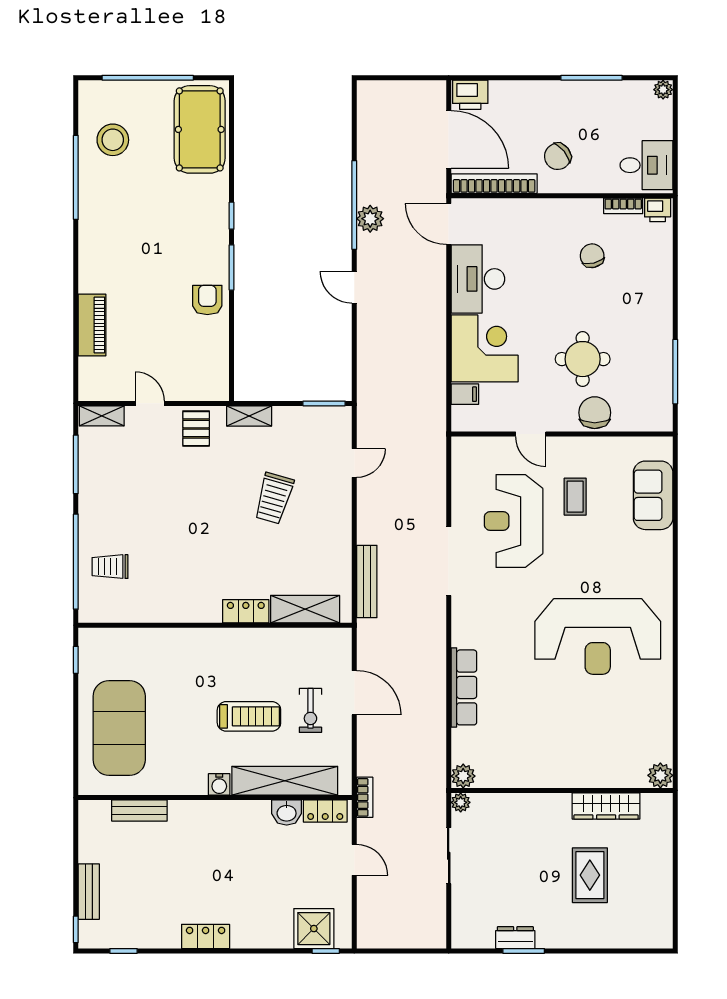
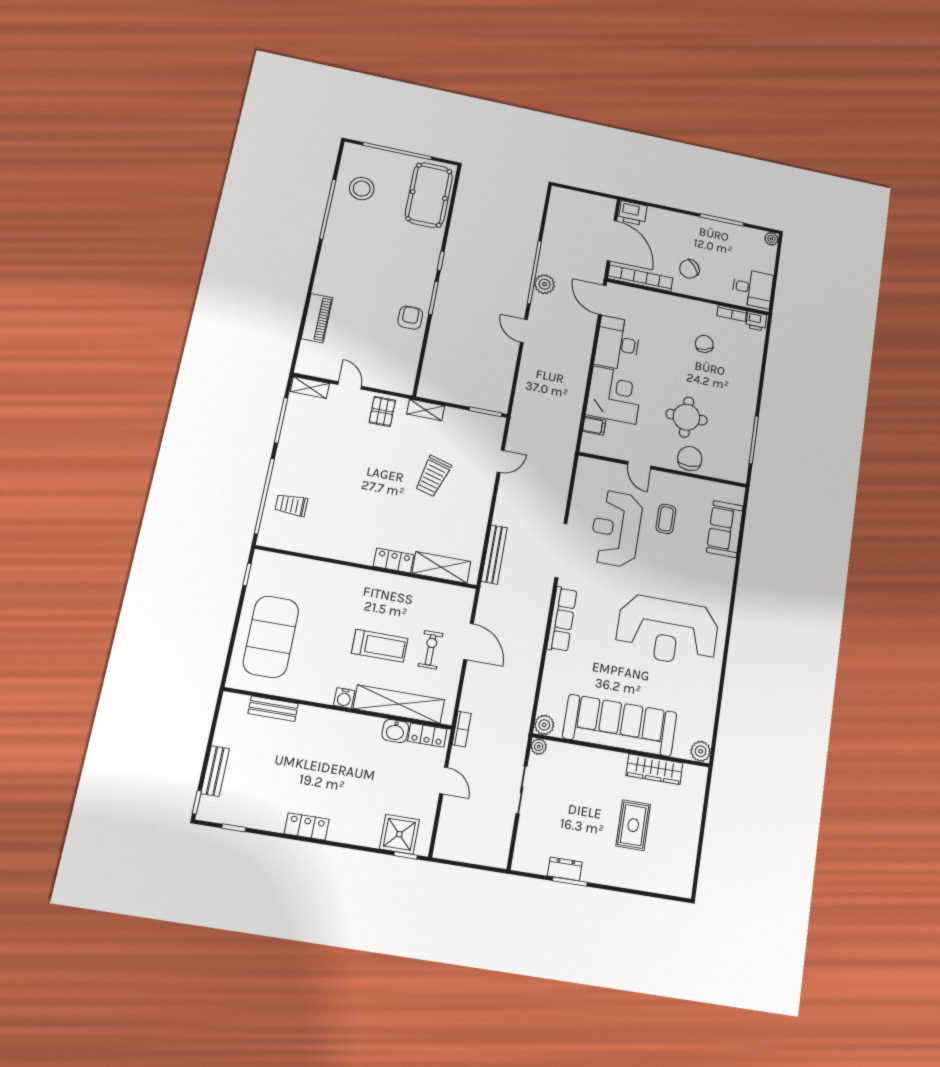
row of seats: (464, 687) -> (562, 619), moved
exercise bike: (310, 710) -> (431, 650), turned 180
sofa: (556, 761) -> (620, 725), added

